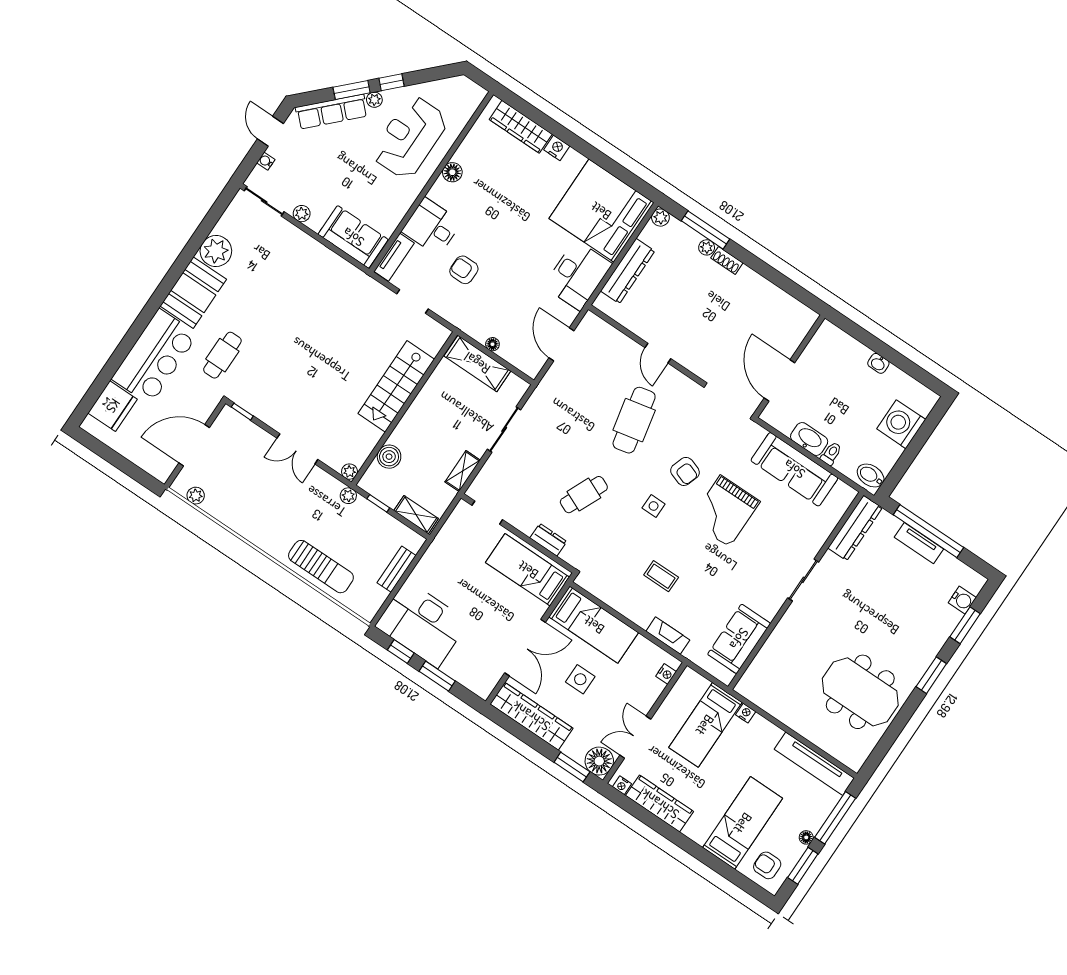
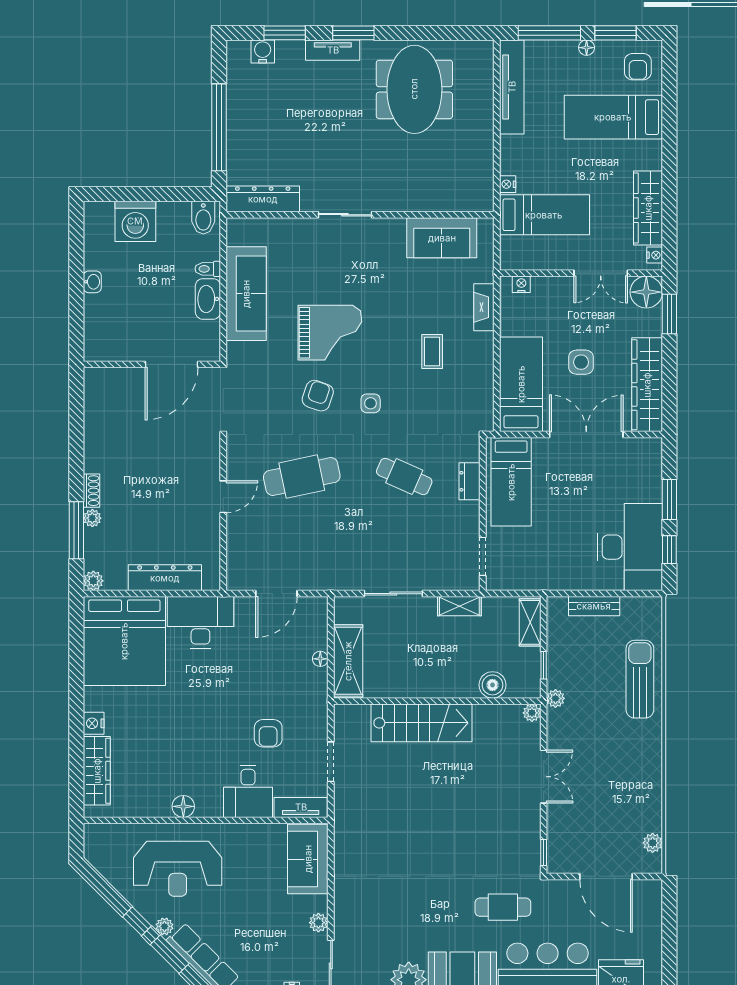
tv unit: (919, 543) -> (333, 50), moved, turned 90

